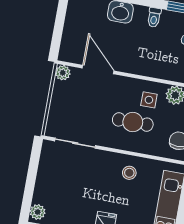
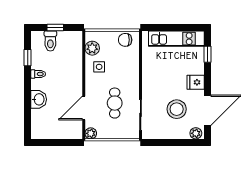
cafe table: (133, 122) -> (115, 103), moved
stool: (129, 173) -> (177, 109), moved, width x1.89, depth x1.89

